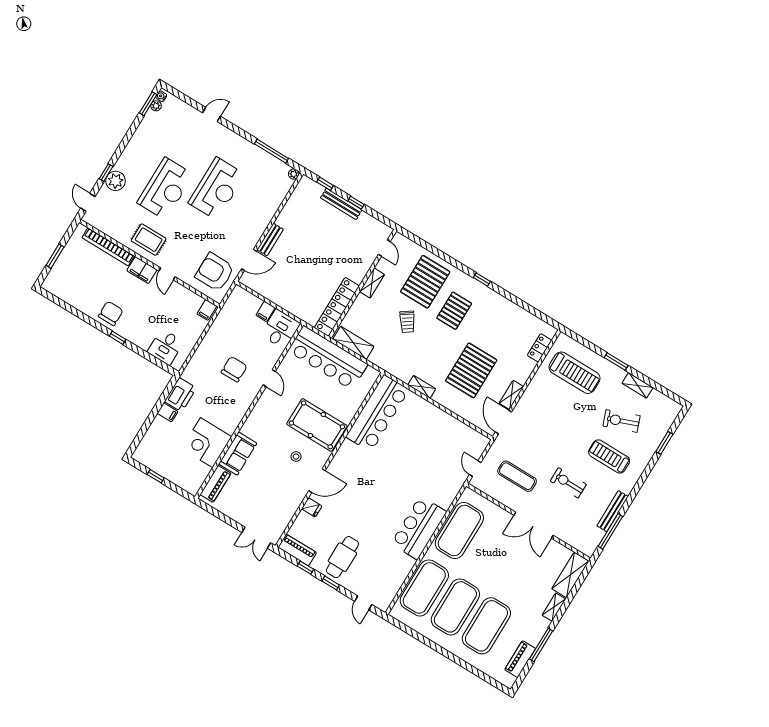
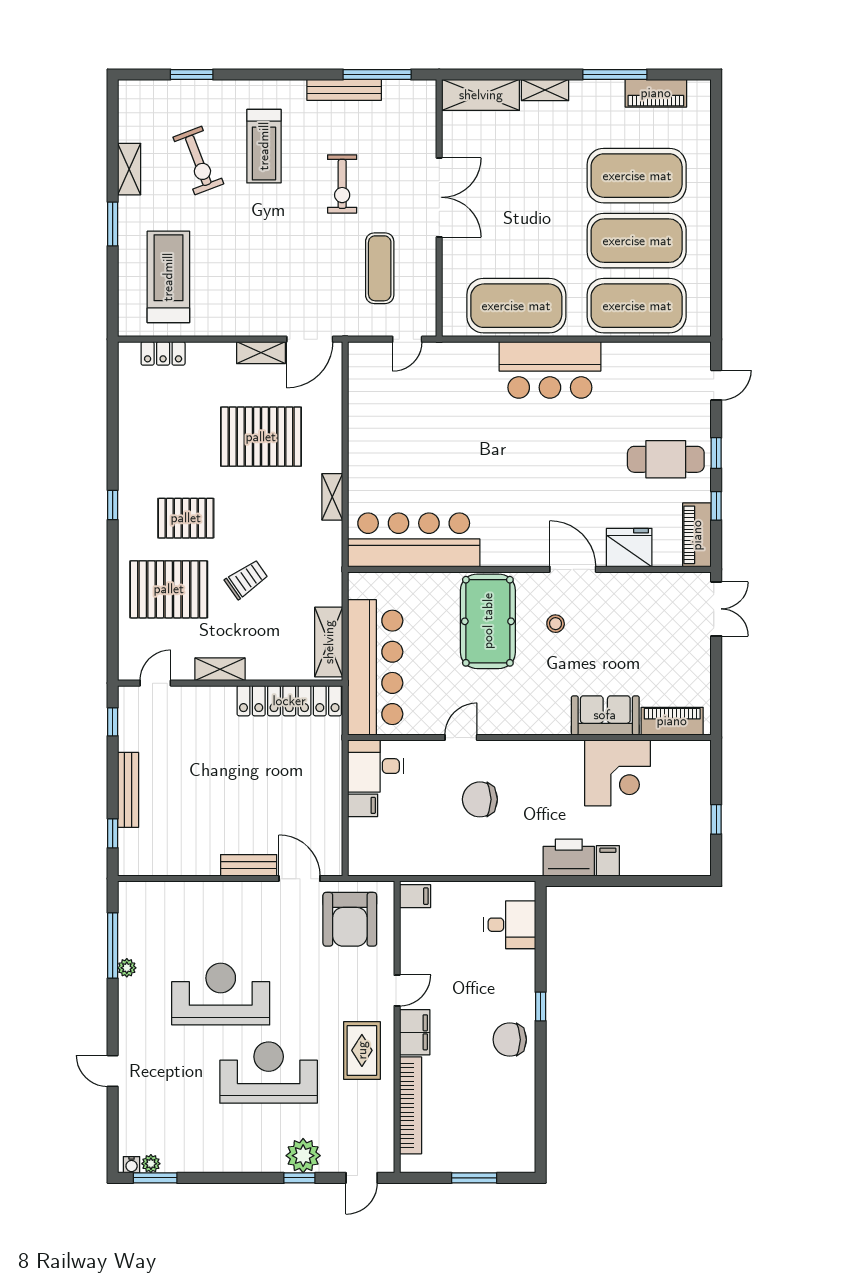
plant: (294, 174) -> (127, 968), moved
window: (356, 203) -> (113, 722), moved
fridge: (312, 507) -> (629, 548), width x1.88, depth x1.34

